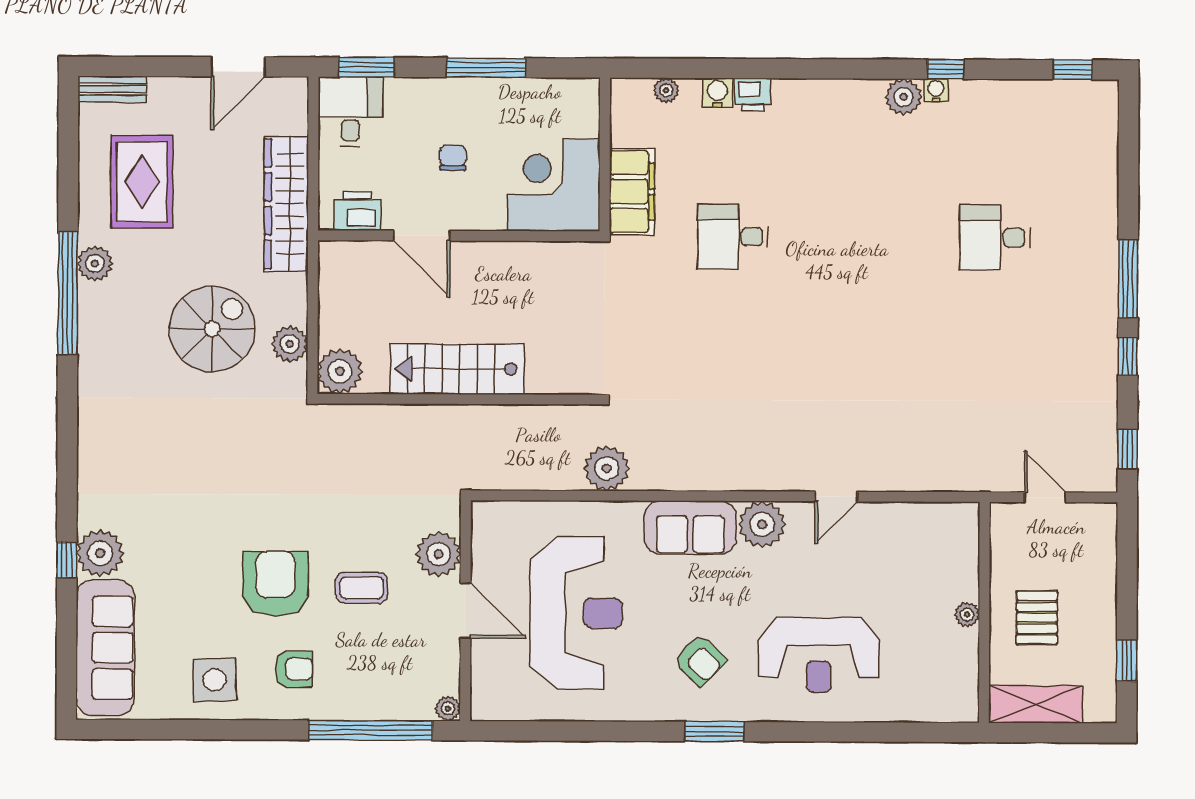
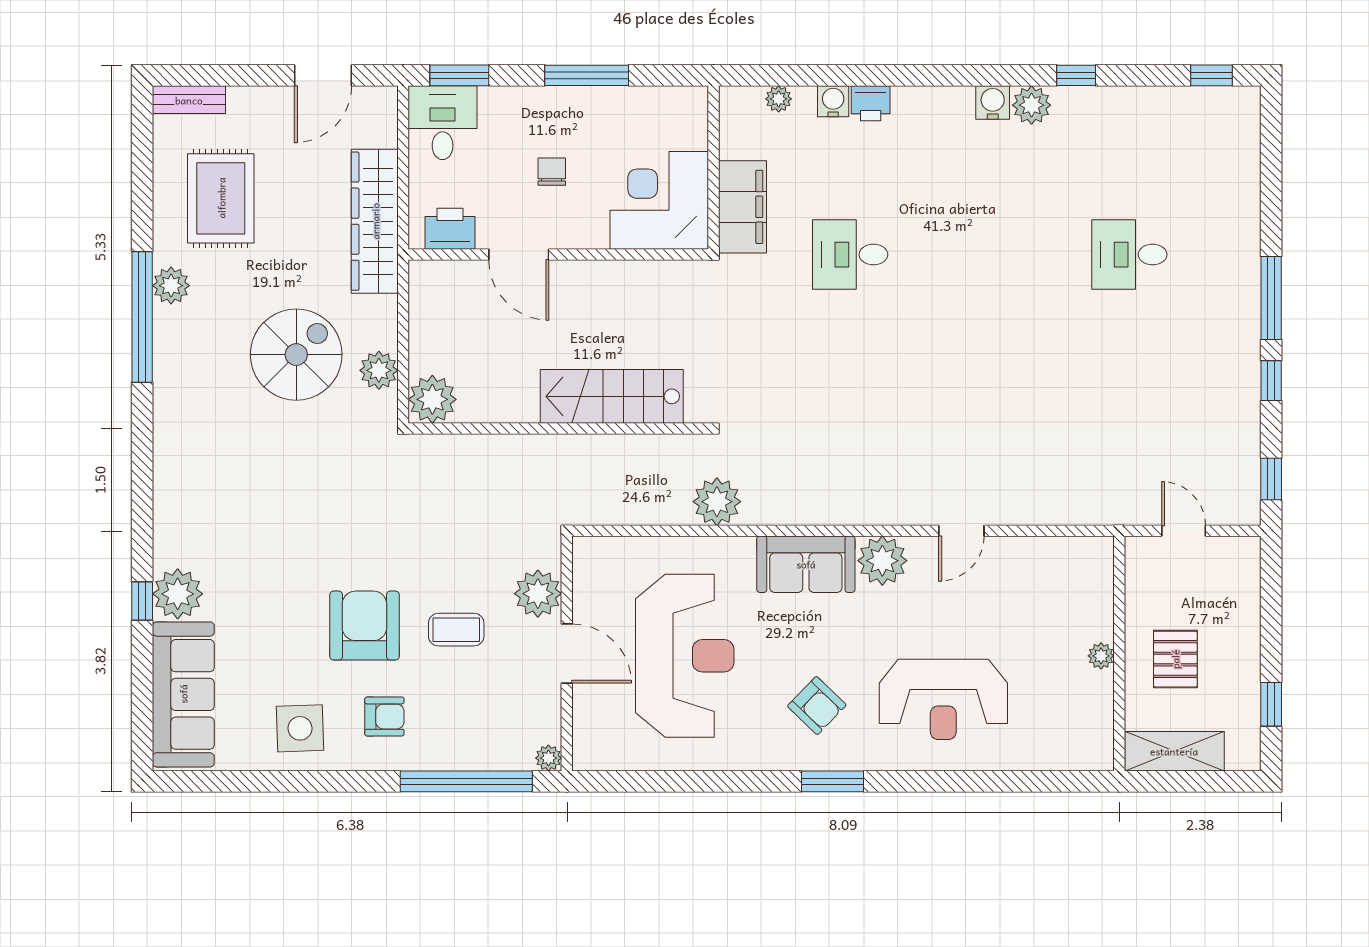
water cooler: (936, 90) -> (993, 103), moved, width x1.38, depth x1.38
stairs: (457, 369) -> (612, 396), moved

